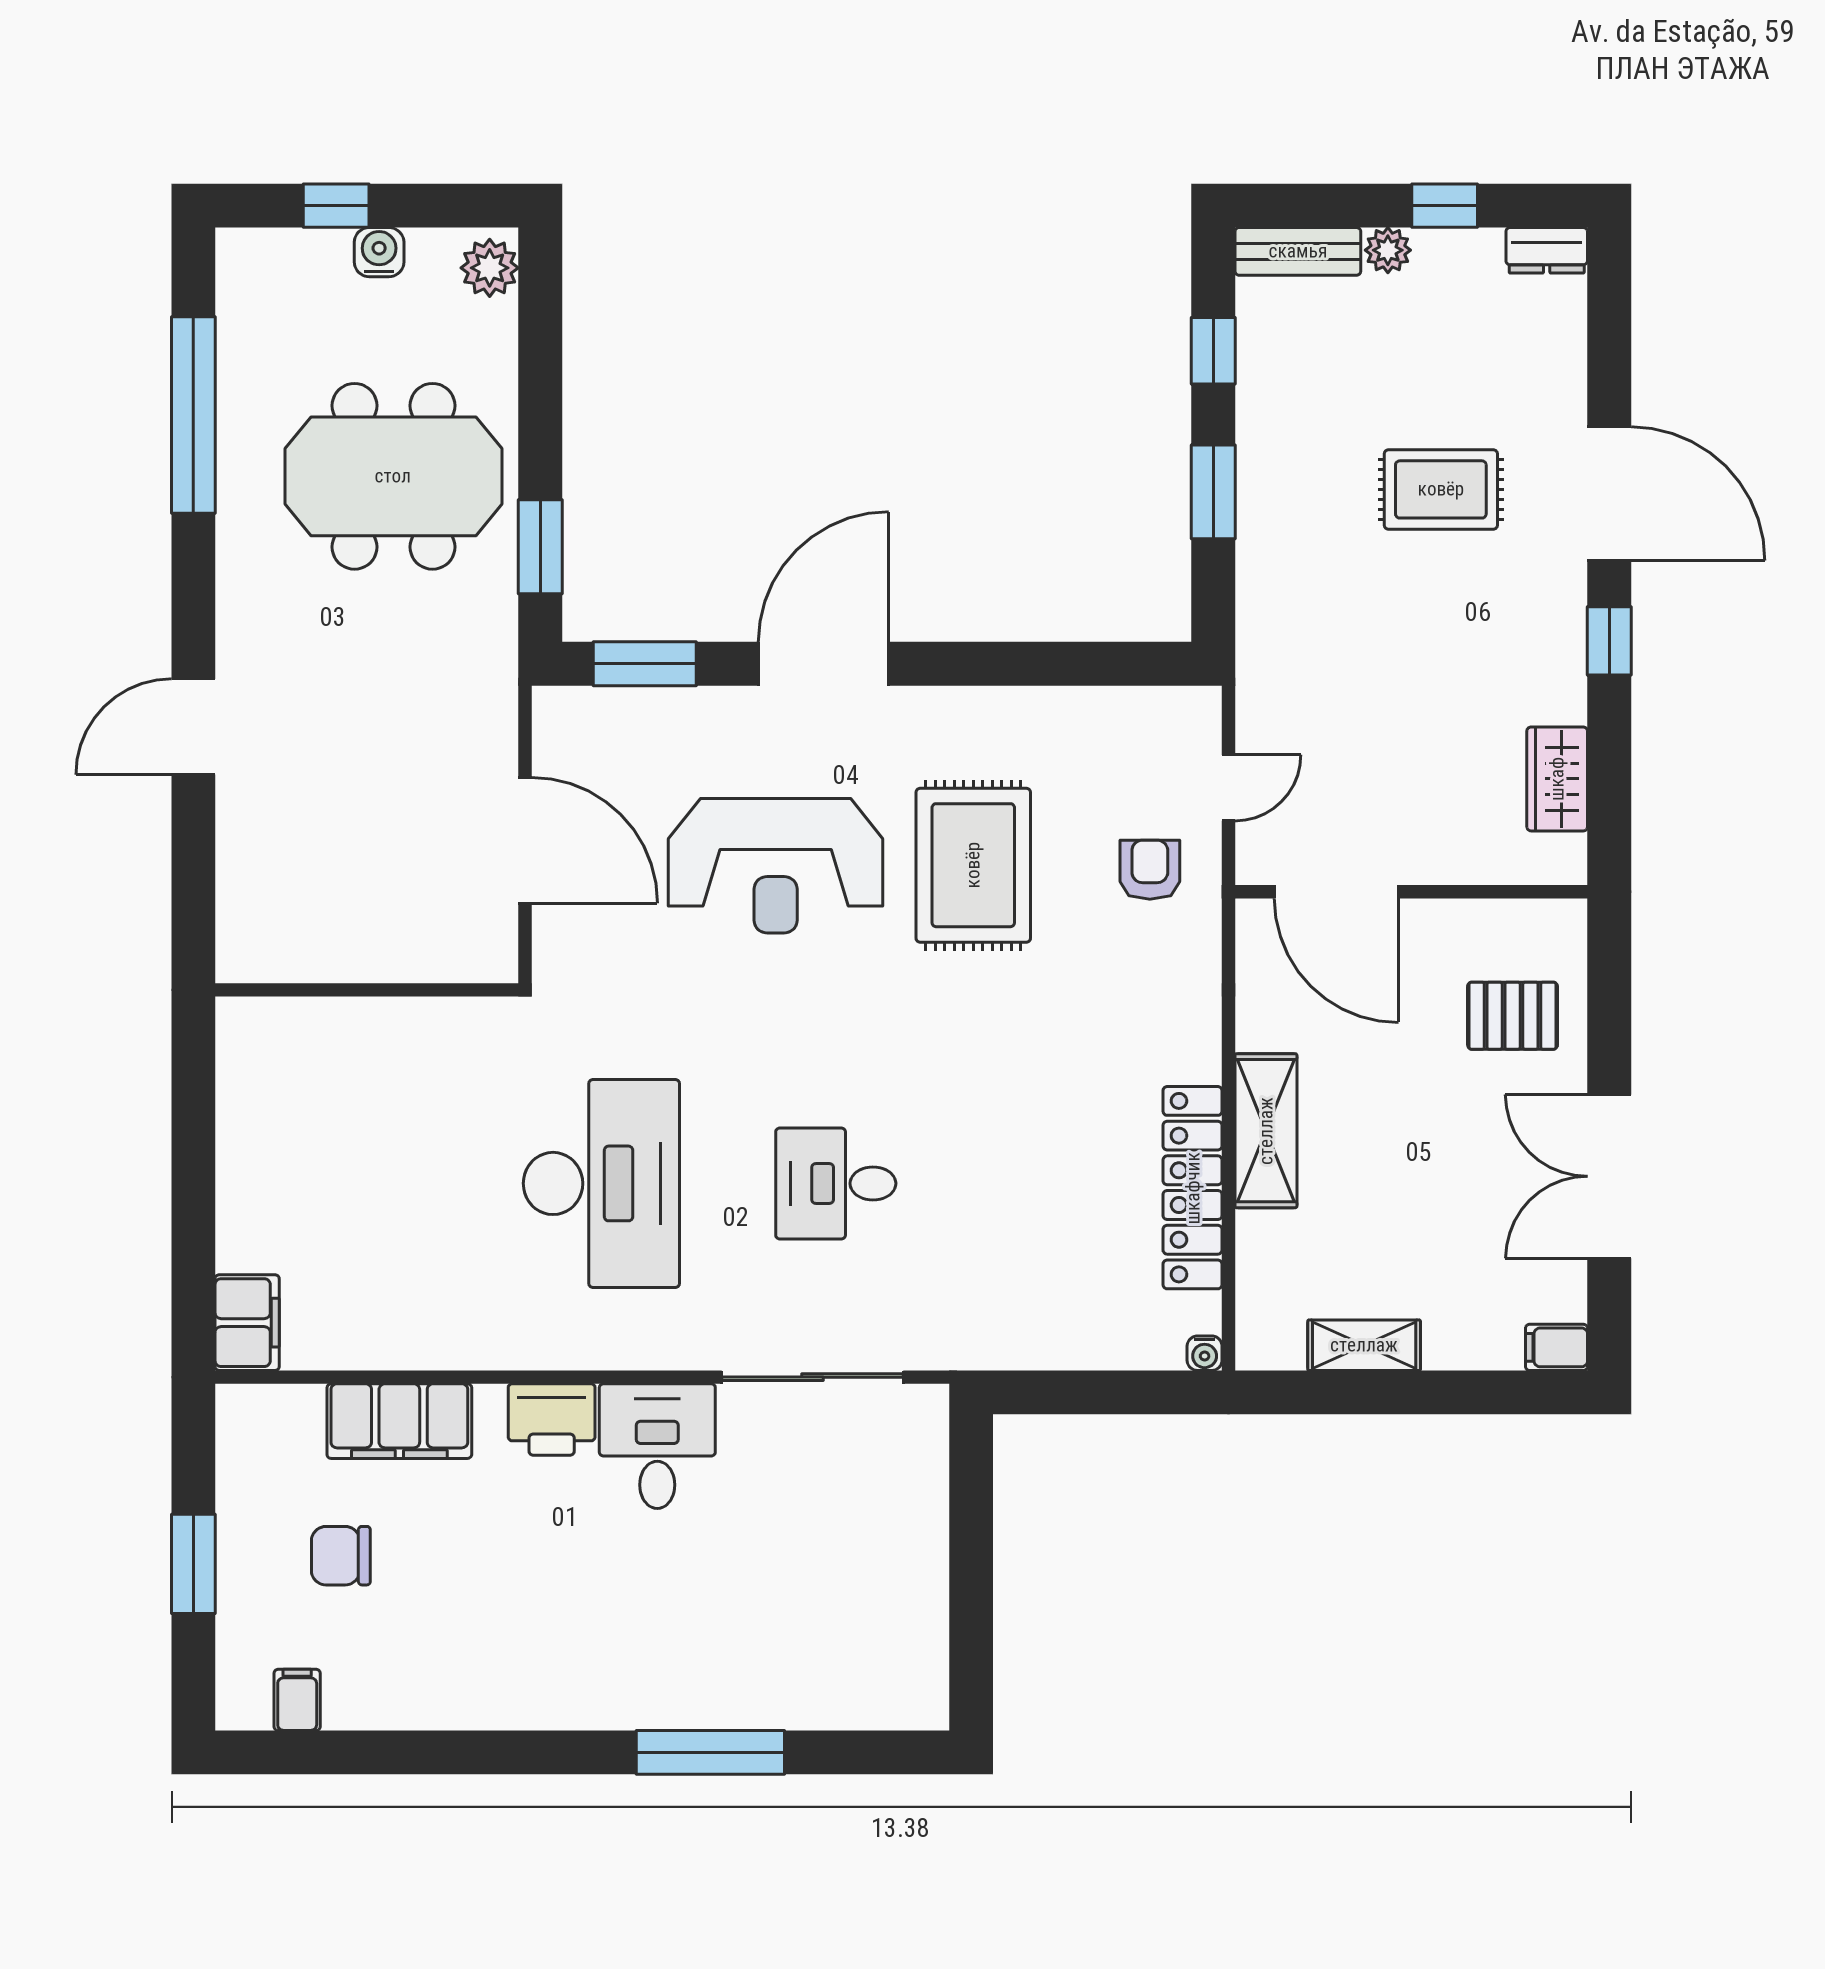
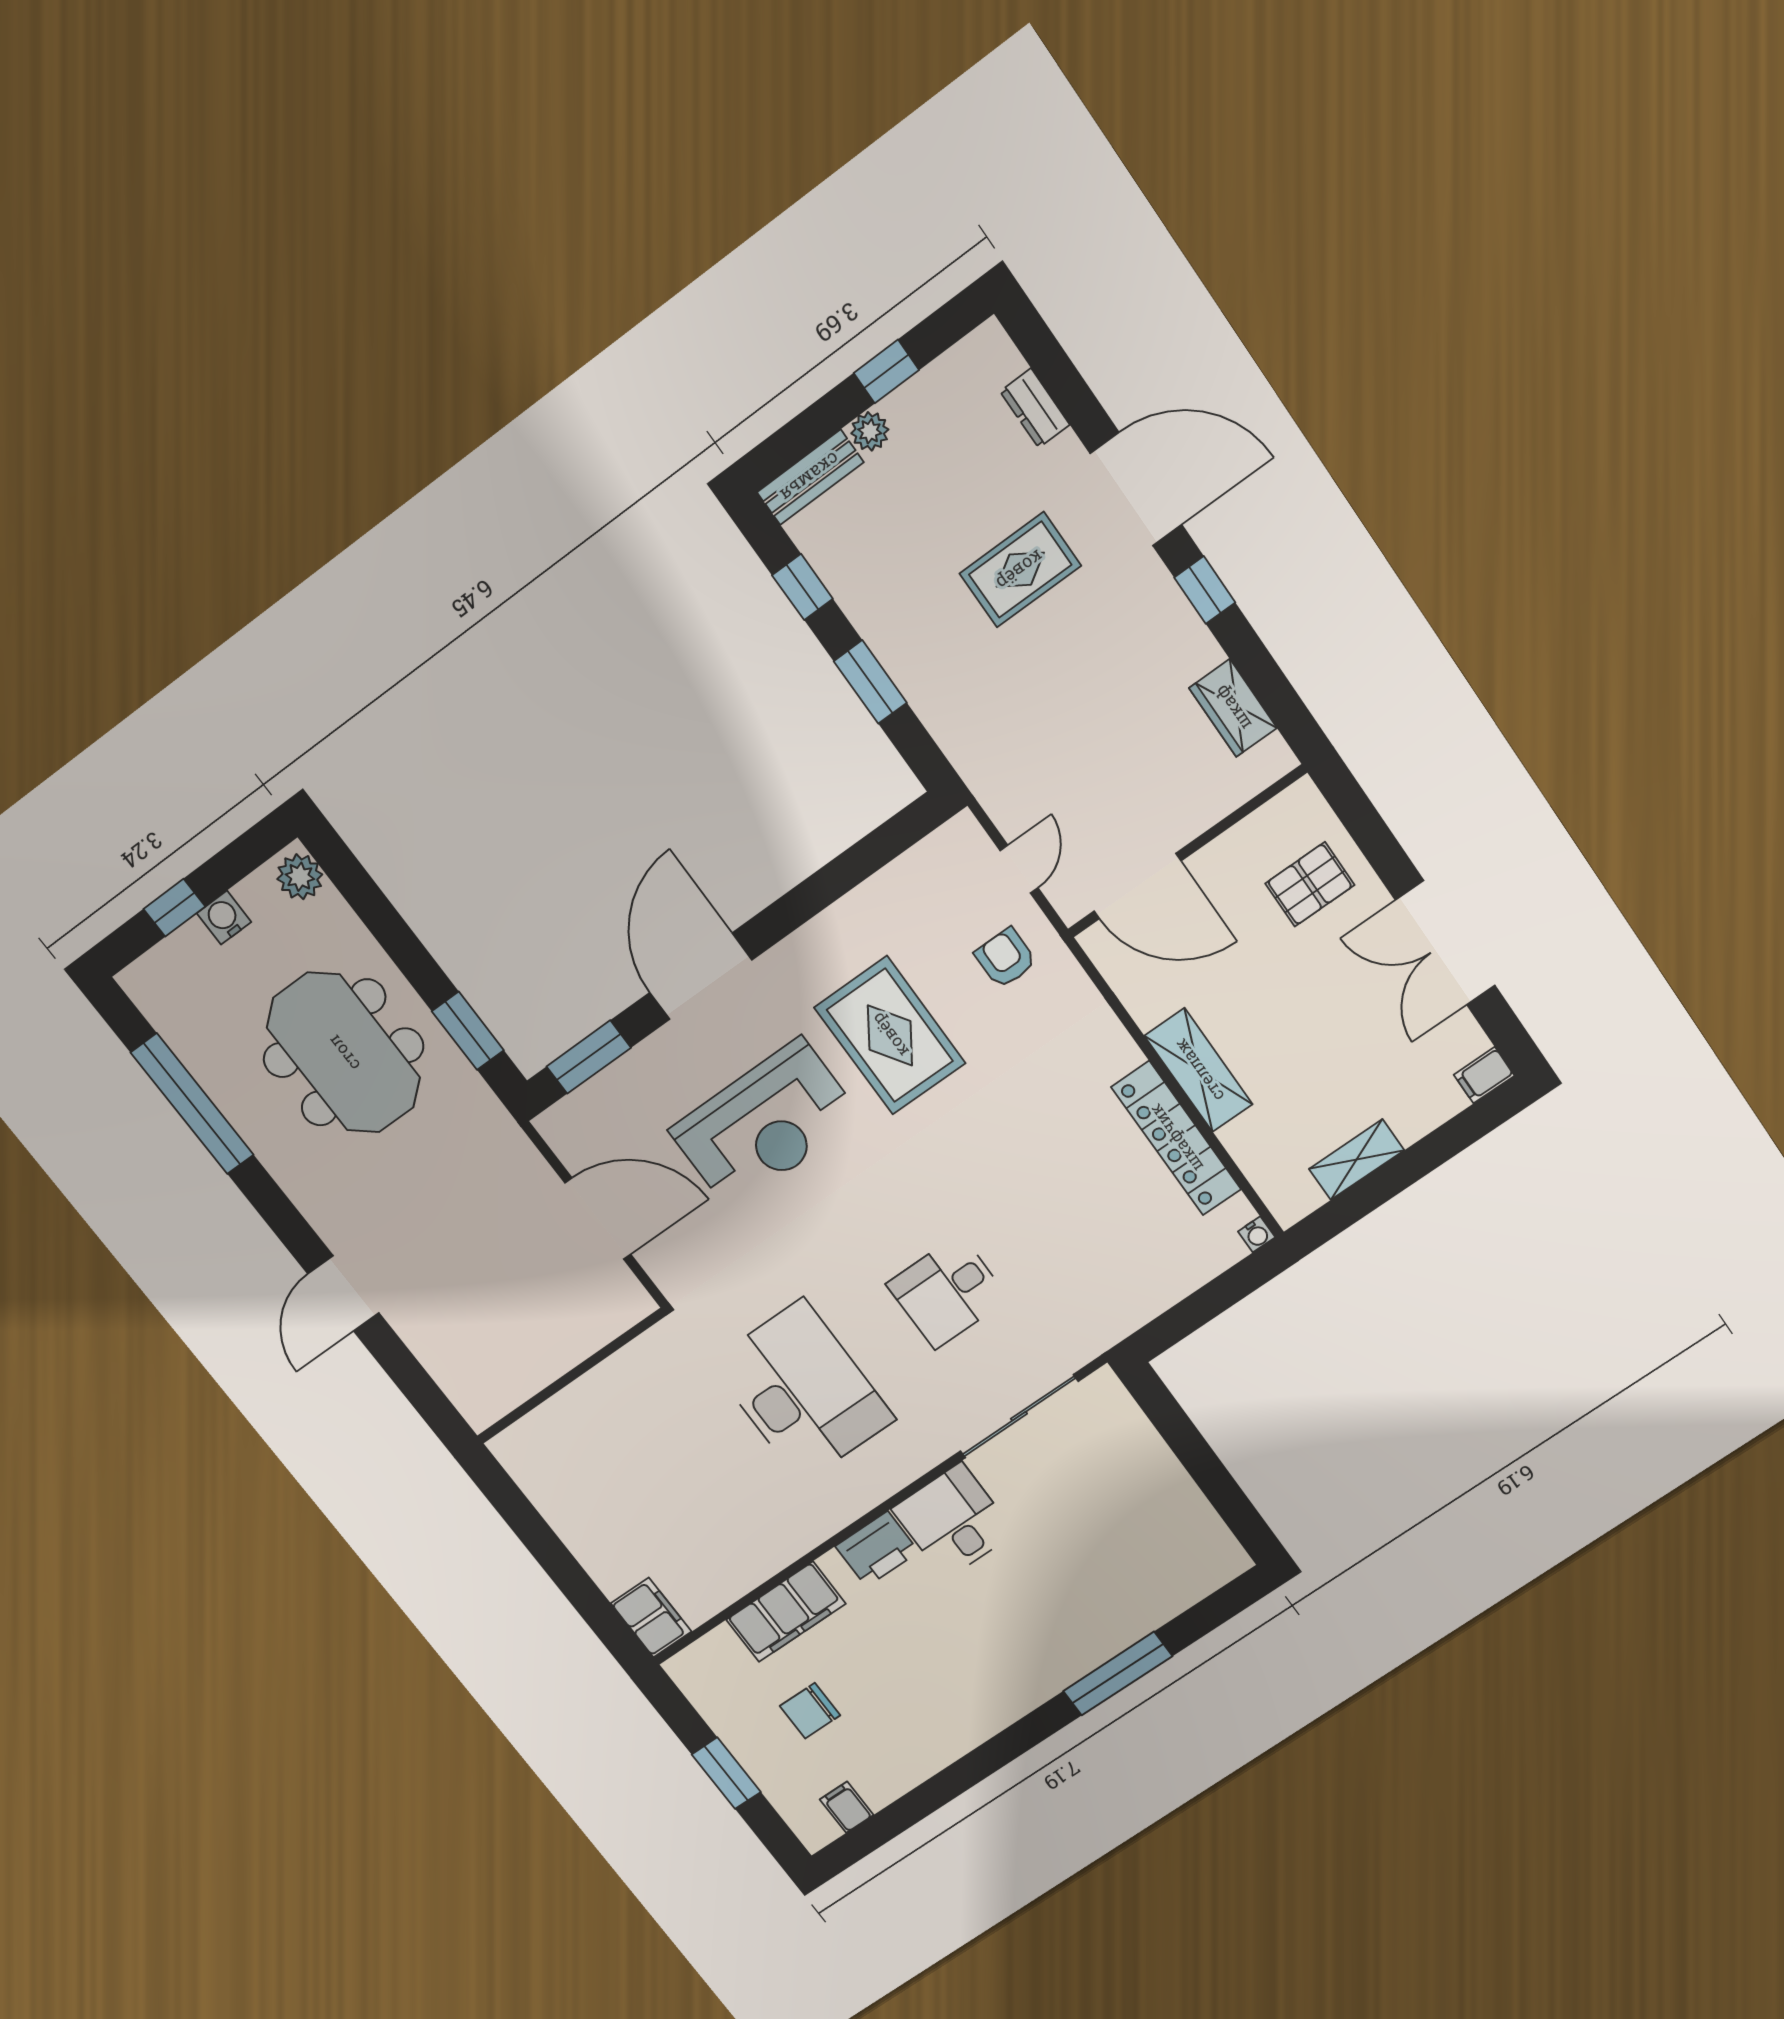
dresser: (1547, 250) -> (1035, 408), moved, turned 90
meeting table: (393, 476) -> (344, 1053), turned 90

